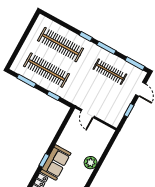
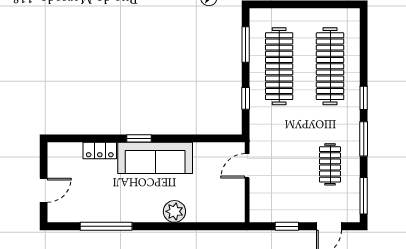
clothes rail: (110, 72) -> (330, 164), width x0.73
sofa: (56, 162) -> (155, 158), width x1.36

